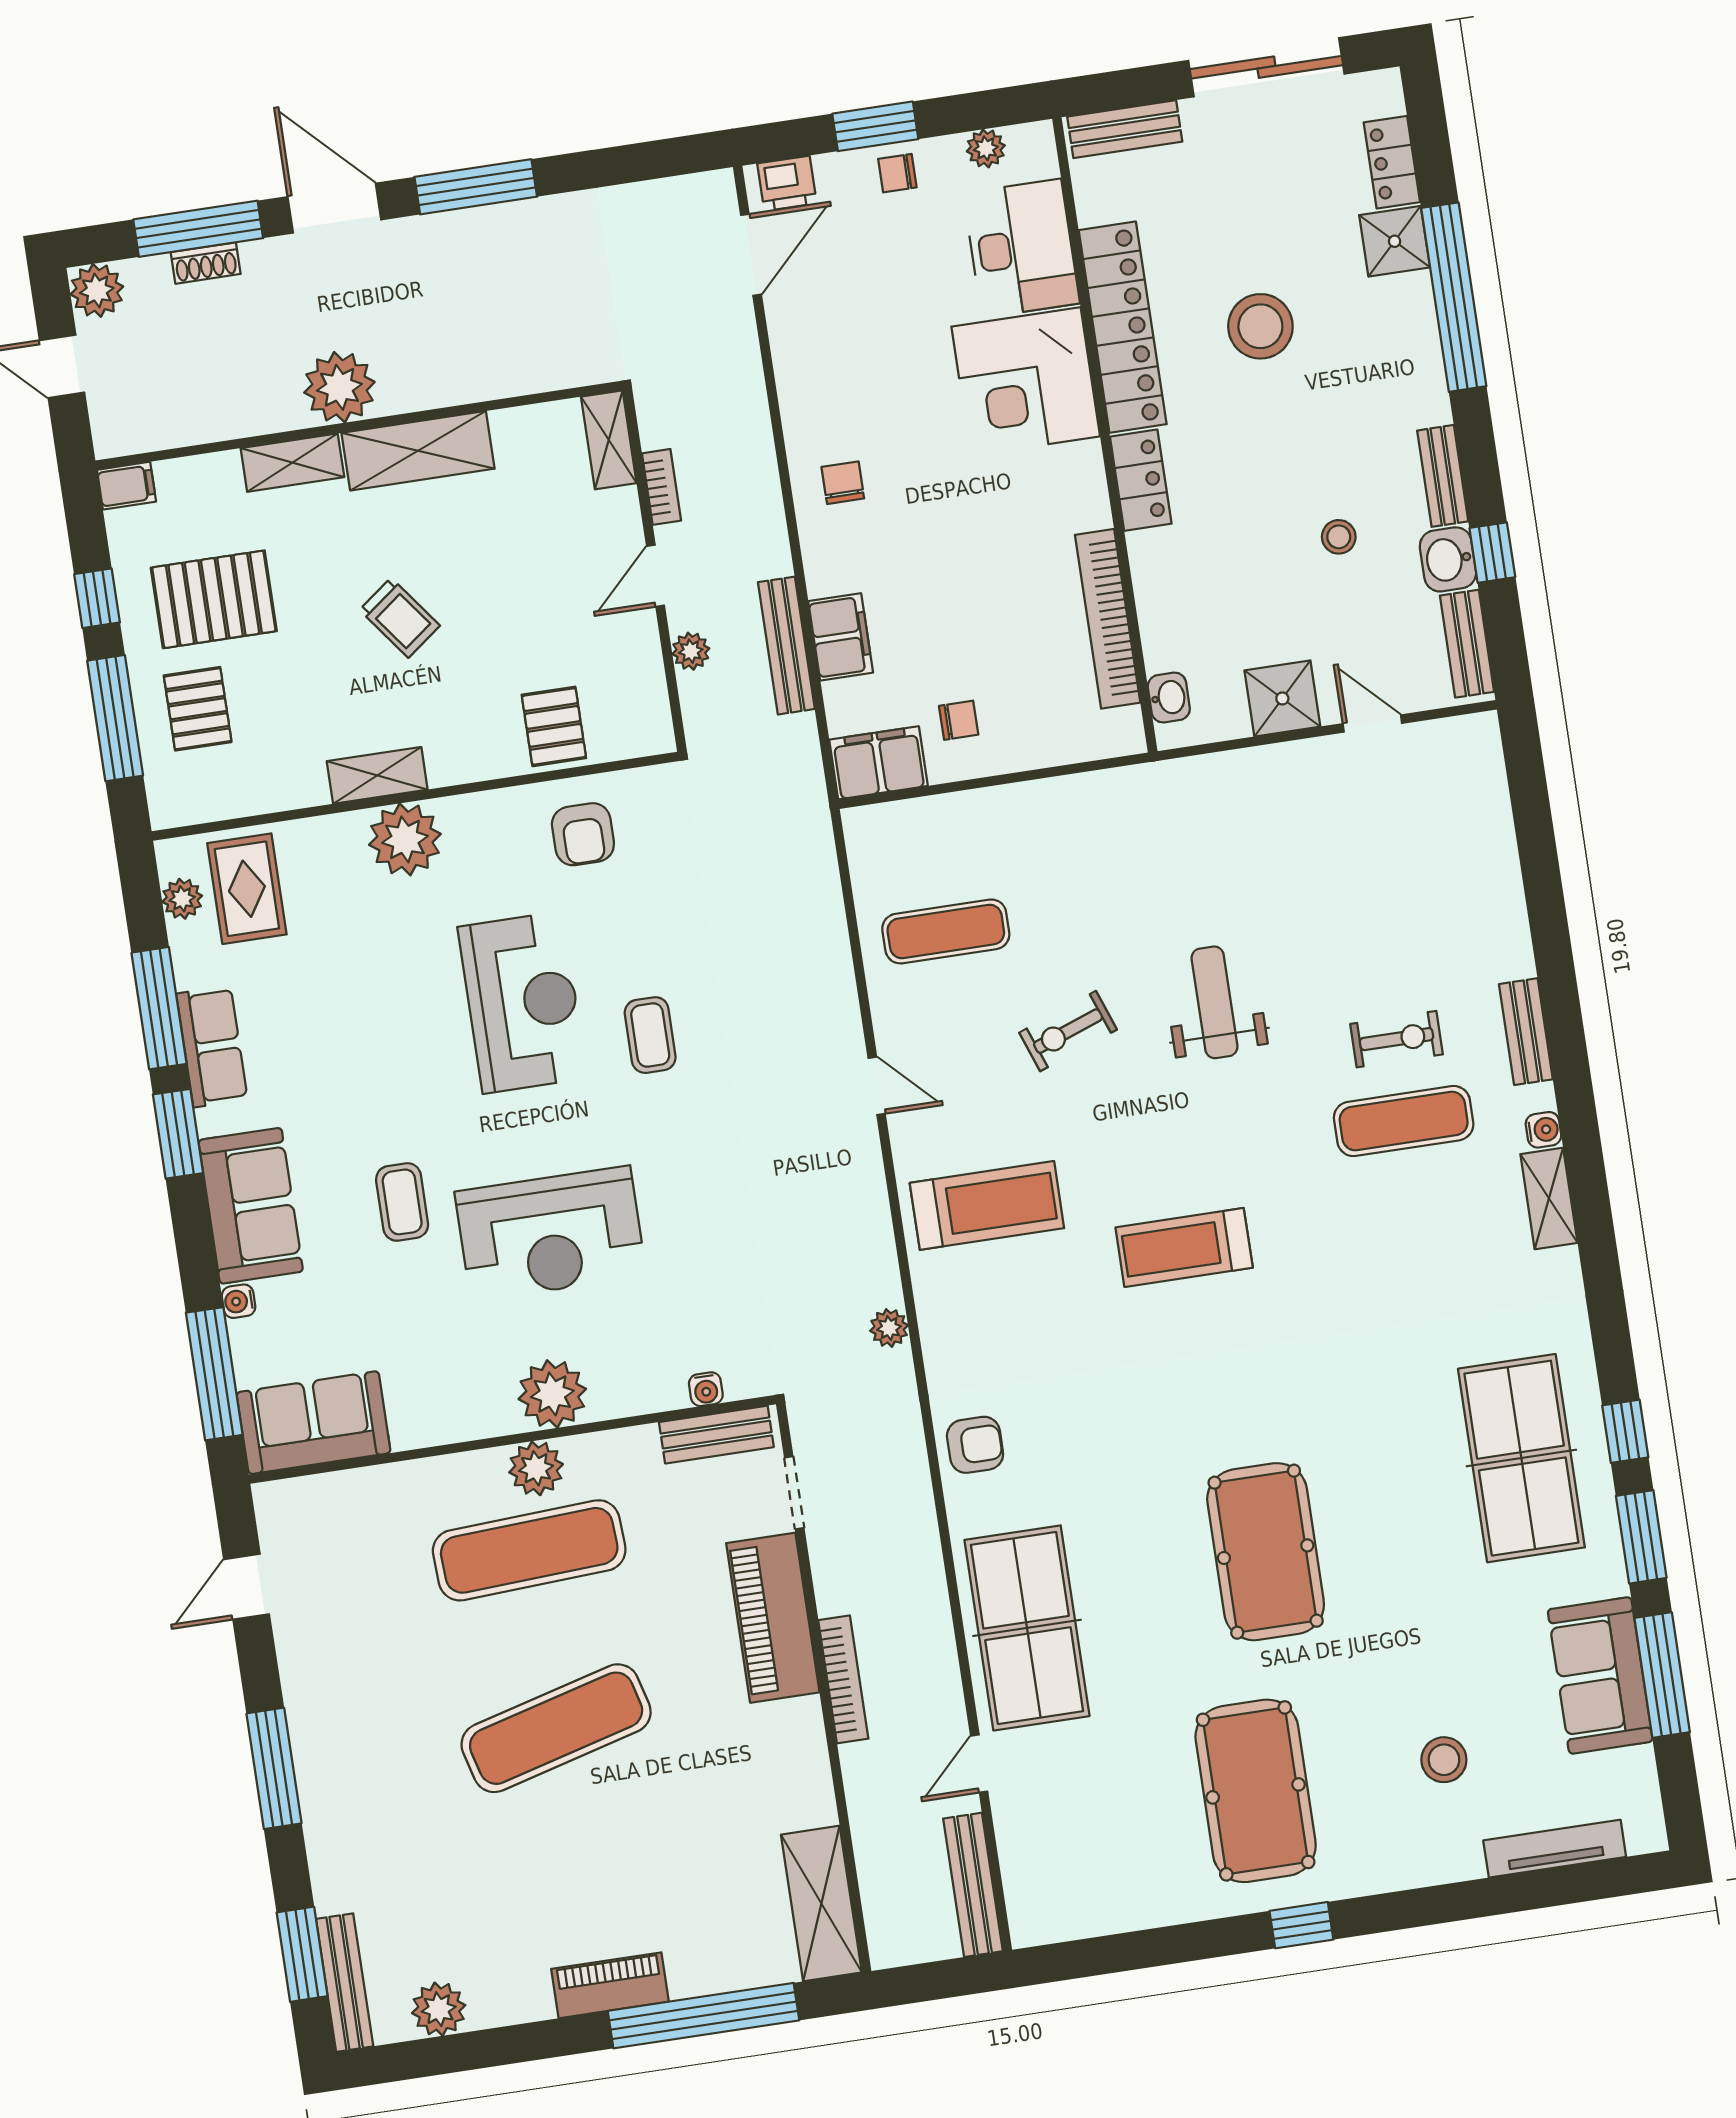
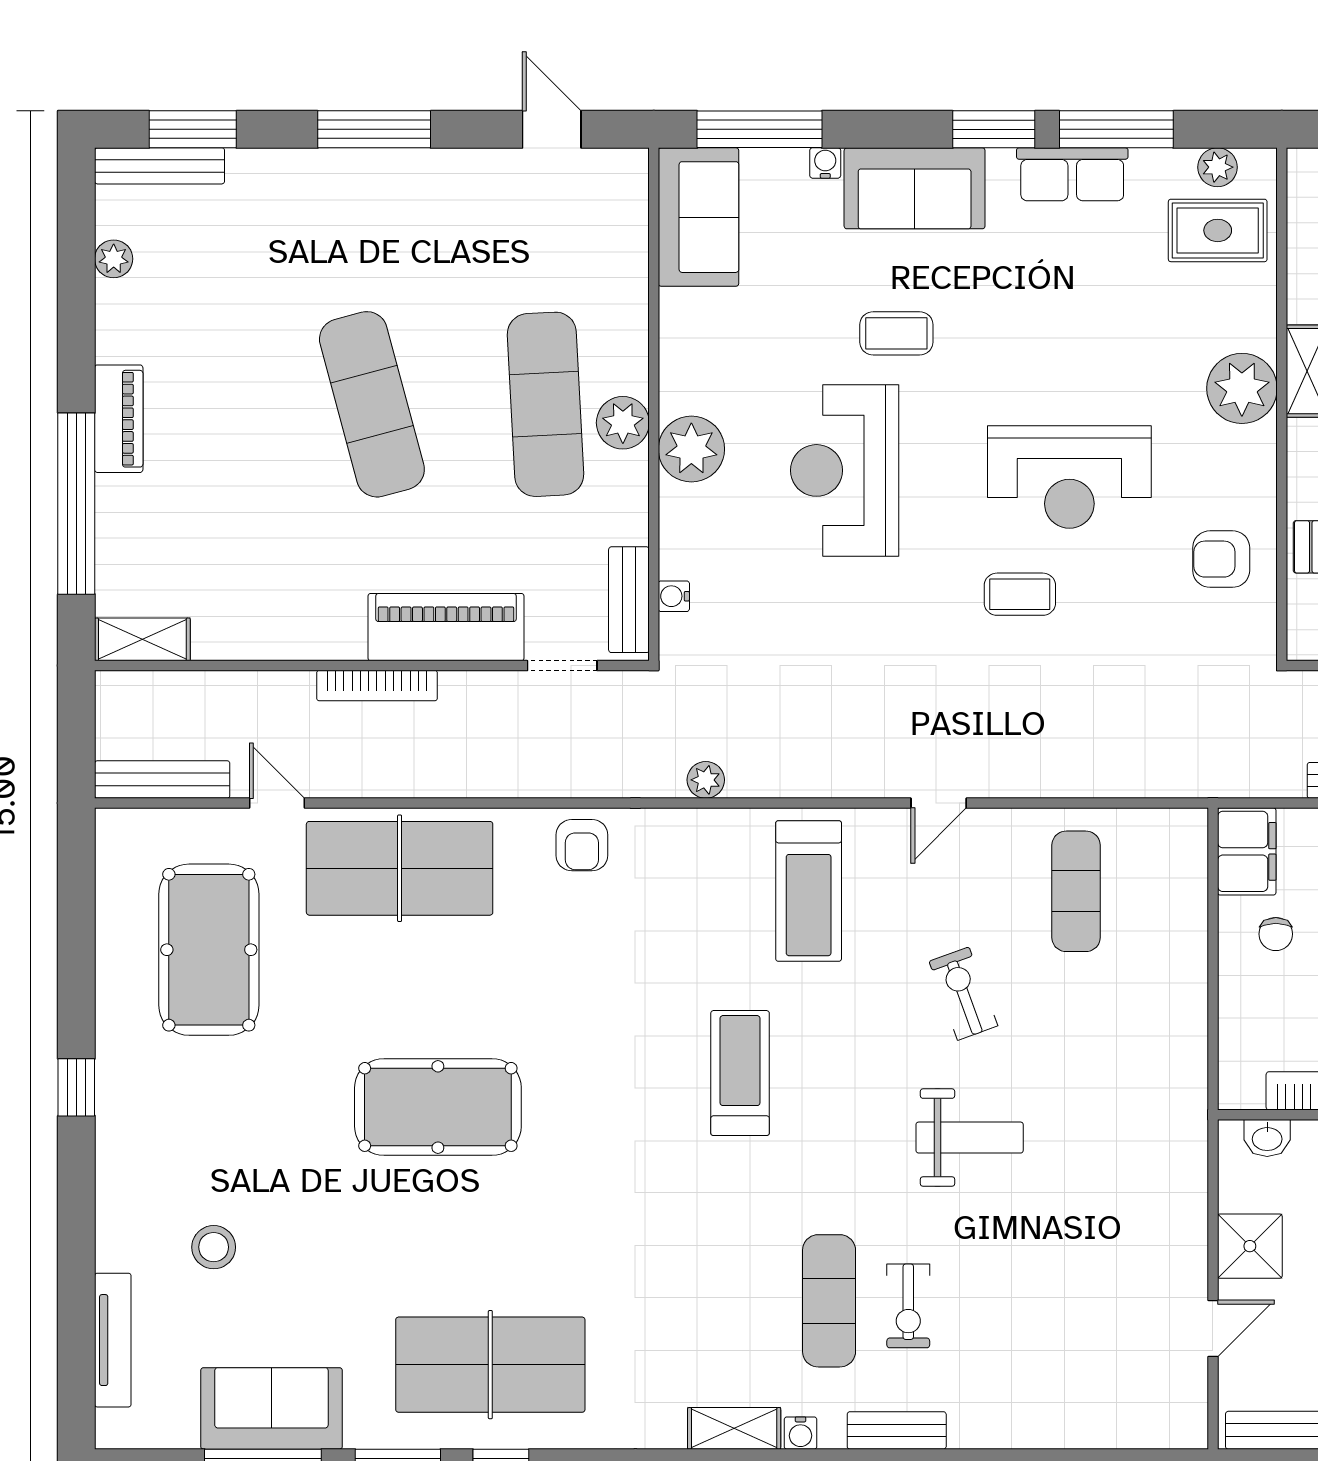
pool table: (1256, 1791) -> (209, 950), moved, turned 90
shelving: (821, 1903) -> (142, 639), width x0.67, depth x0.75
plant: (439, 2009) -> (114, 259), width x0.73, depth x0.73

